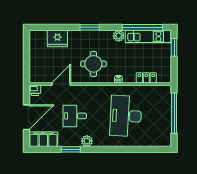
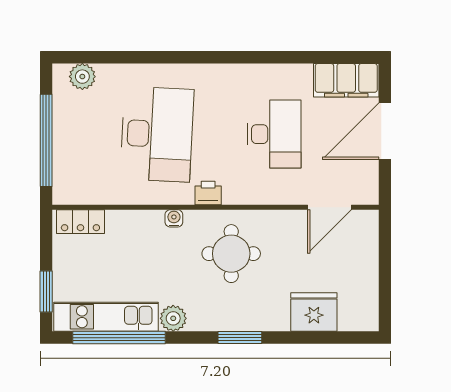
locker: (146, 78) -> (80, 222), moved
door: (61, 84) -> (330, 207), moved
printer: (35, 90) -> (208, 193), moved
desk: (75, 116) -> (274, 134), width x1.37
plant: (87, 141) -> (82, 77), moved
window: (71, 149) -> (283, 57), removed

